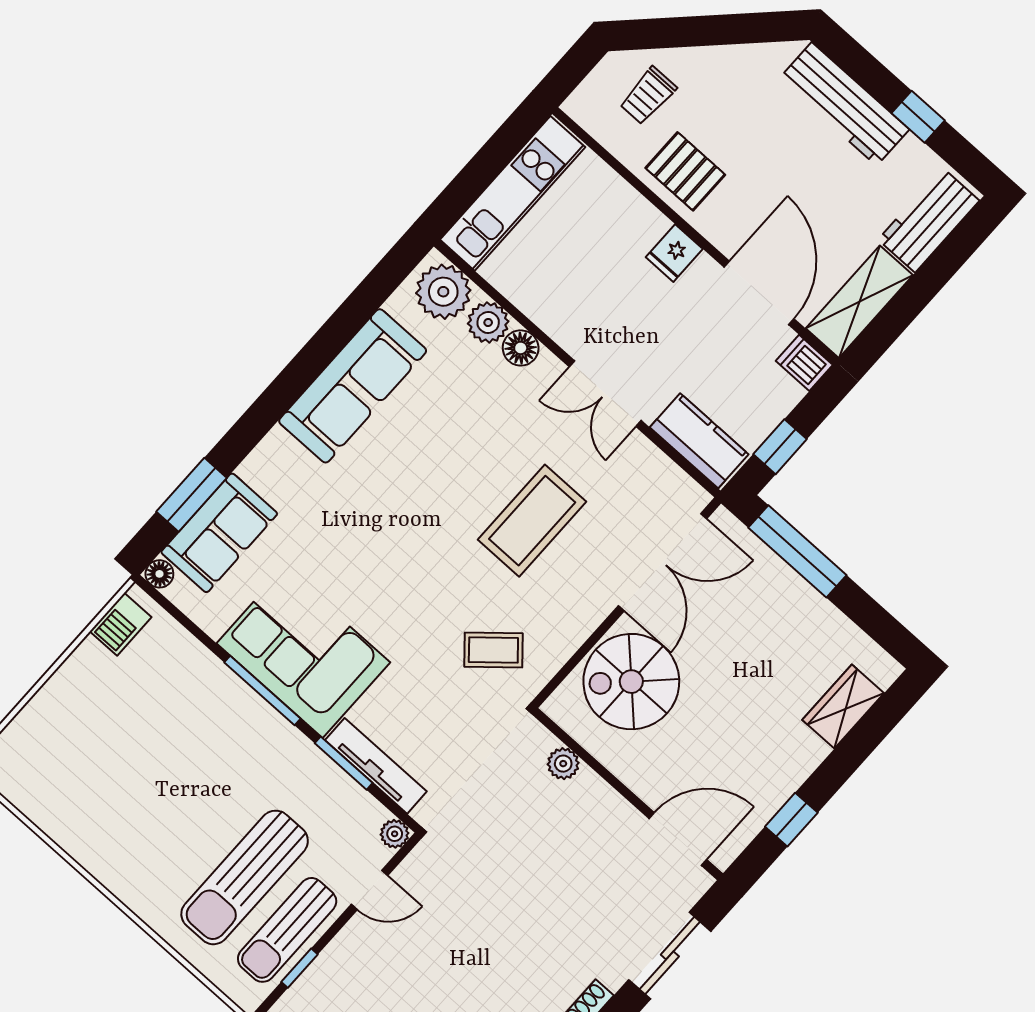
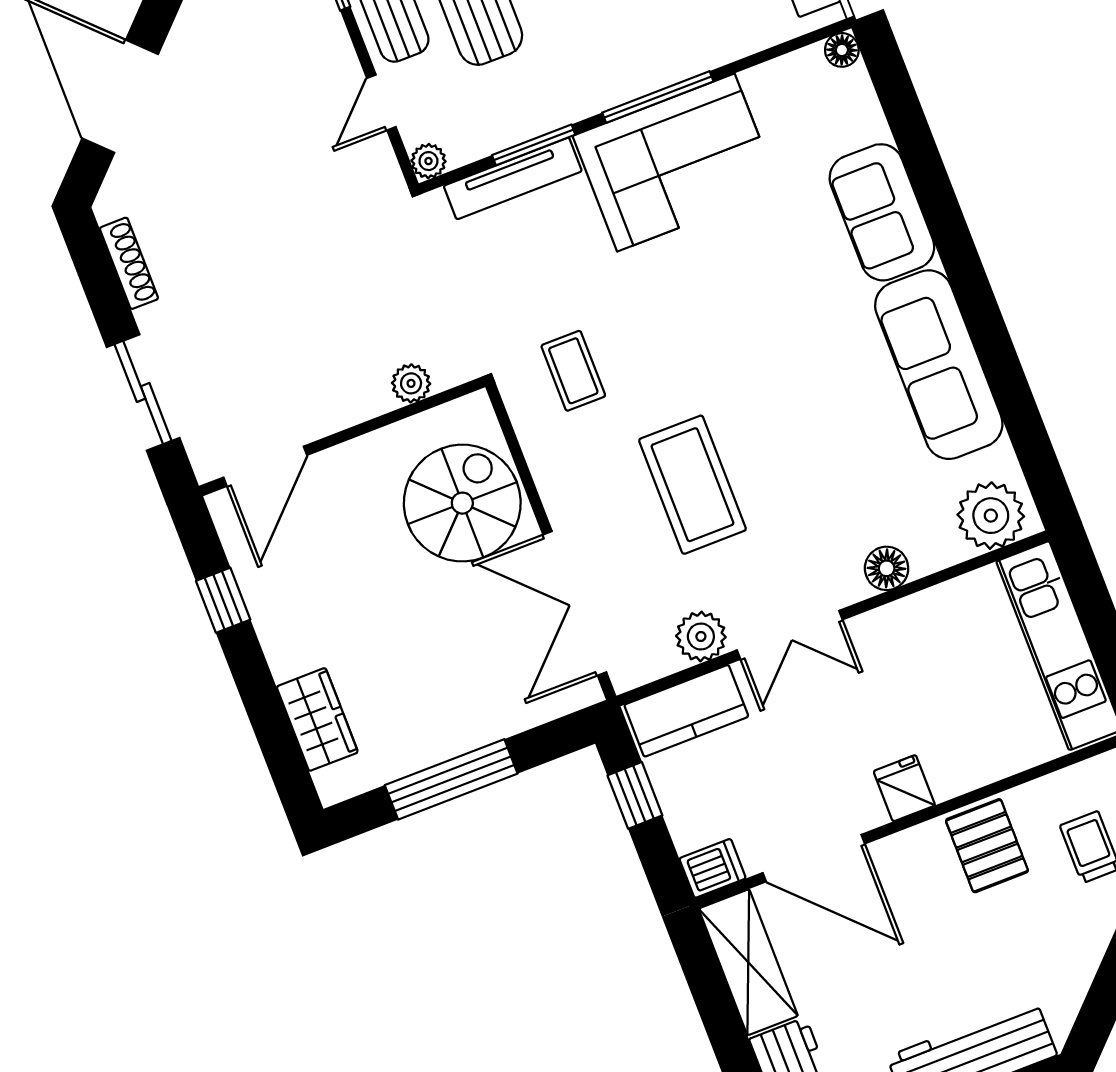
pallet: (685, 171) -> (987, 846), turned 90
plant: (488, 322) -> (701, 636), moved
double door: (605, 394) -> (790, 635), swing flipped
window: (191, 495) -> (910, 129), removed
sofa: (219, 533) -> (882, 212), moved
window: (797, 551) -> (451, 779), moved
coffee table: (493, 650) -> (573, 371), turned -49

